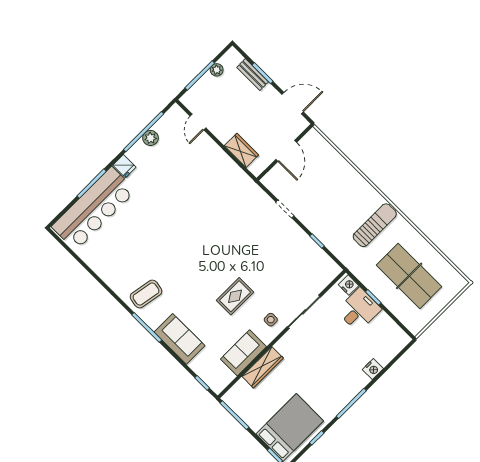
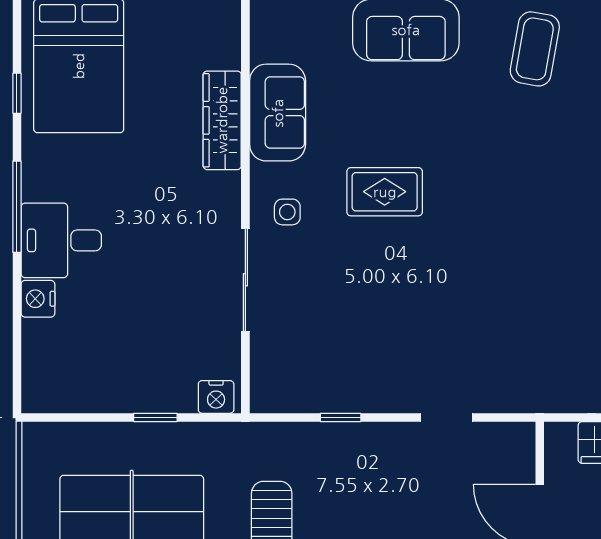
rug: (235, 296) -> (385, 192), turned 90
desk: (359, 310) -> (61, 240), moved, turned 90

